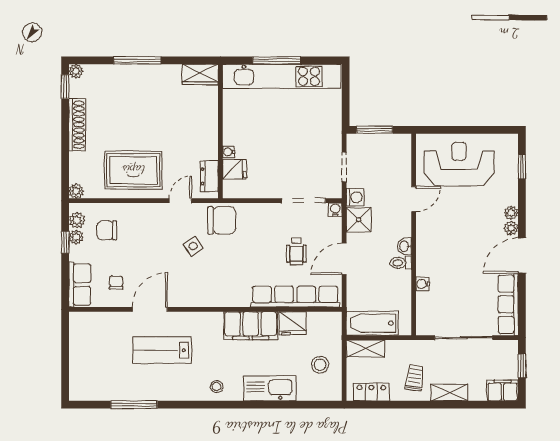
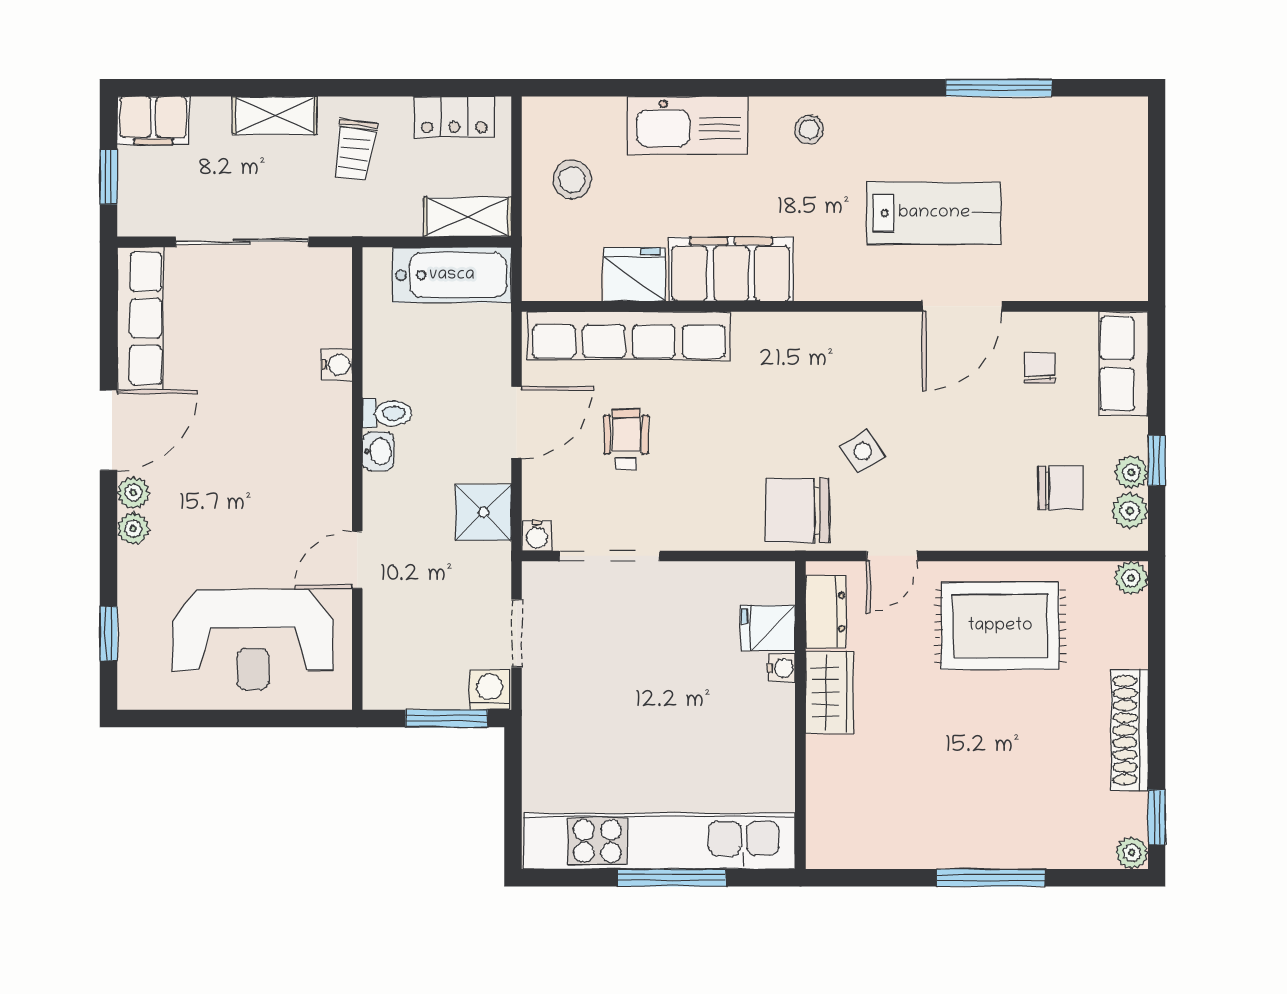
wardrobe: (200, 74) -> (829, 692), moved, turned 90
washing machine: (355, 197) -> (490, 690), moved, turned 90
chair: (116, 282) -> (1040, 368), turned 180

